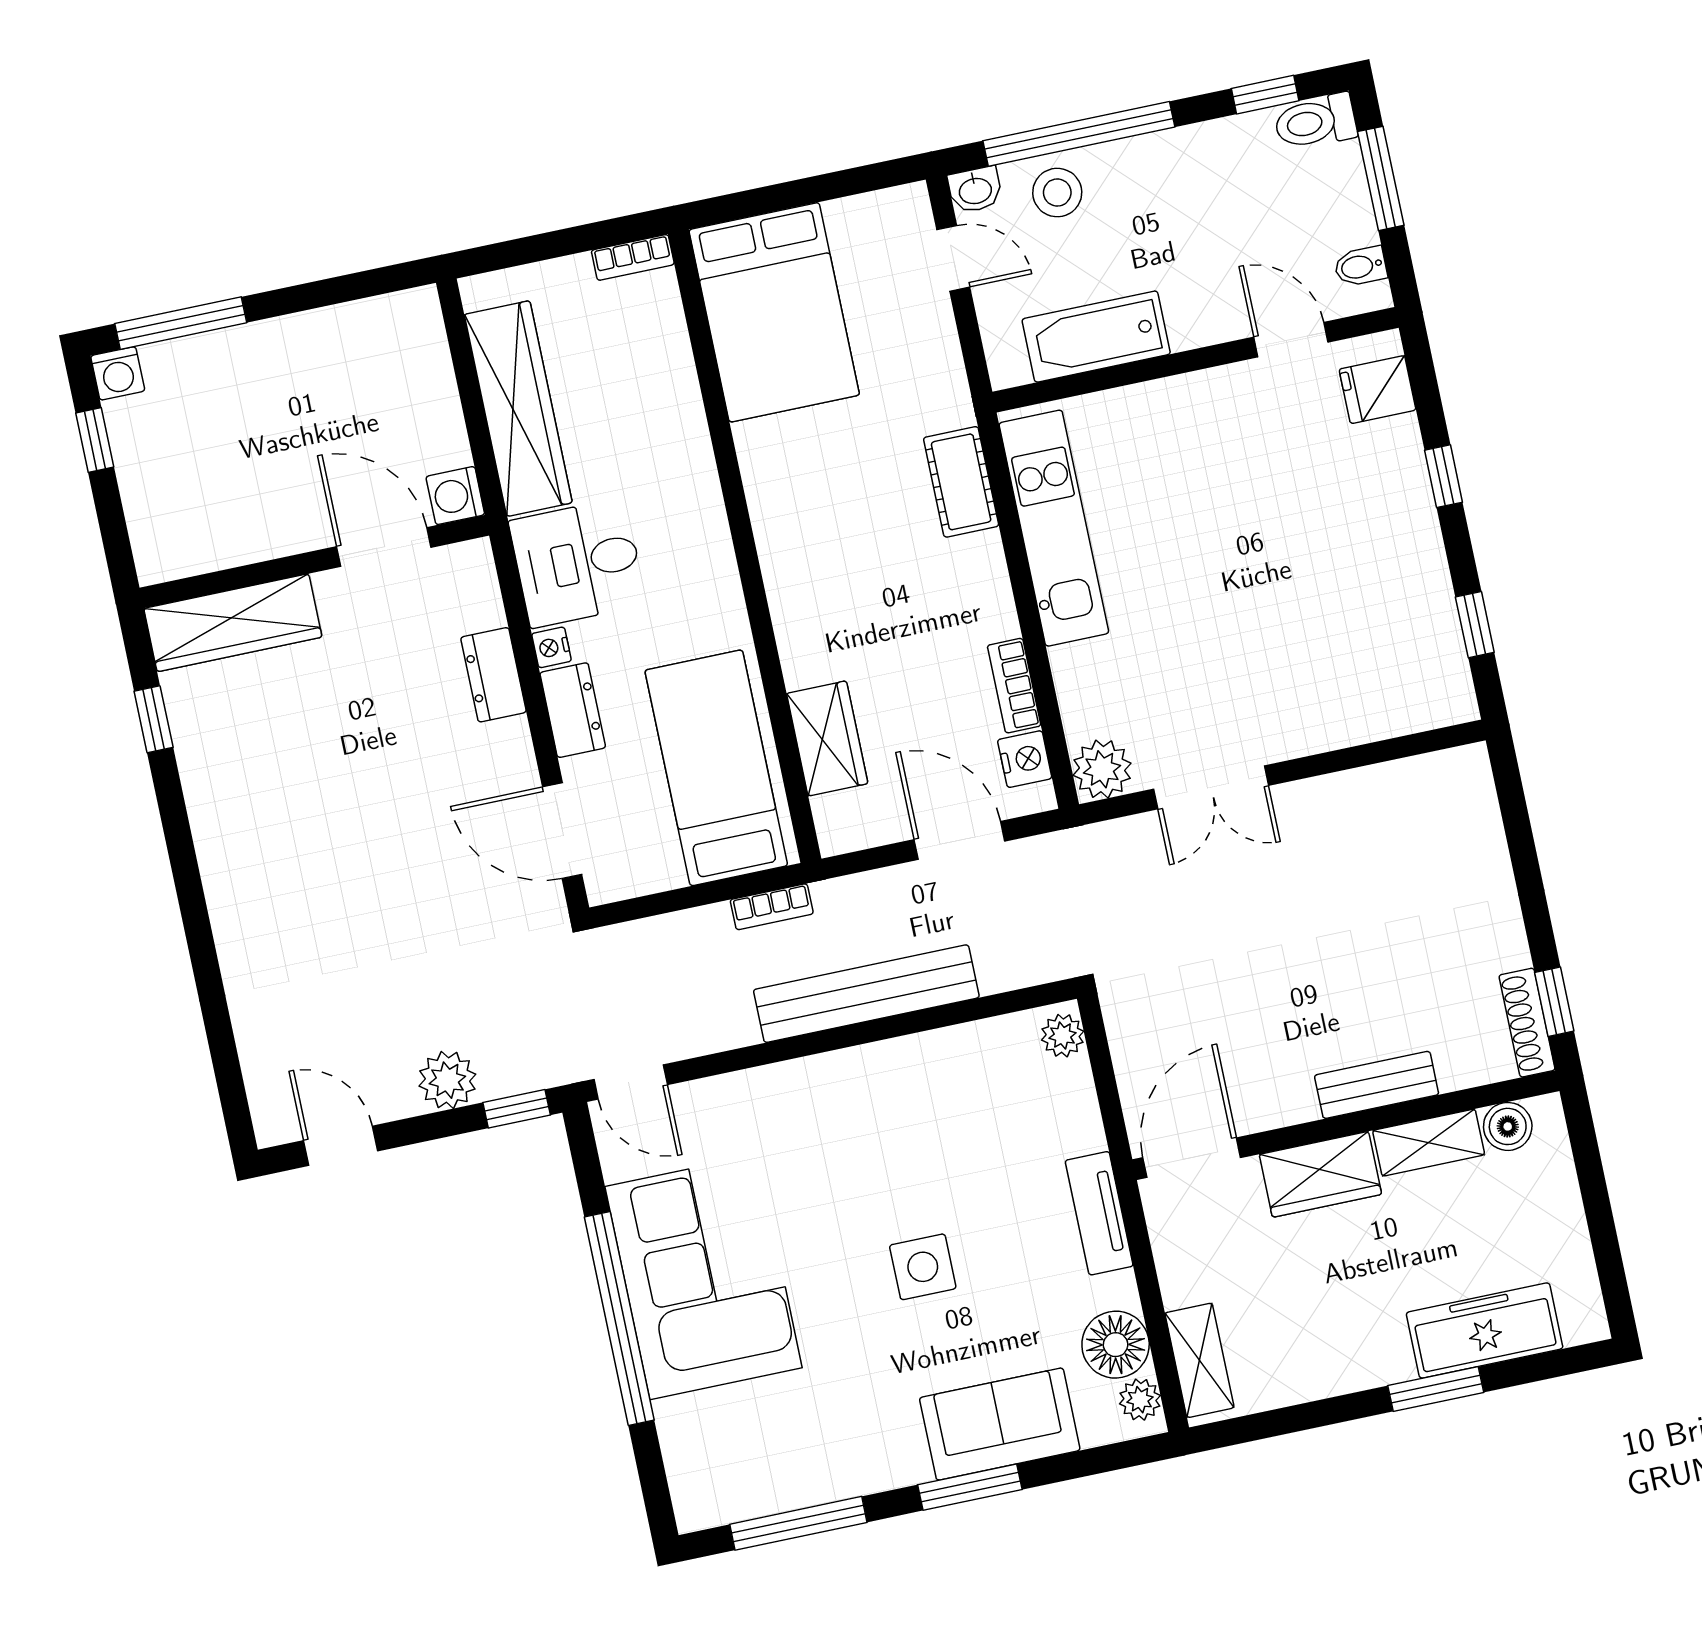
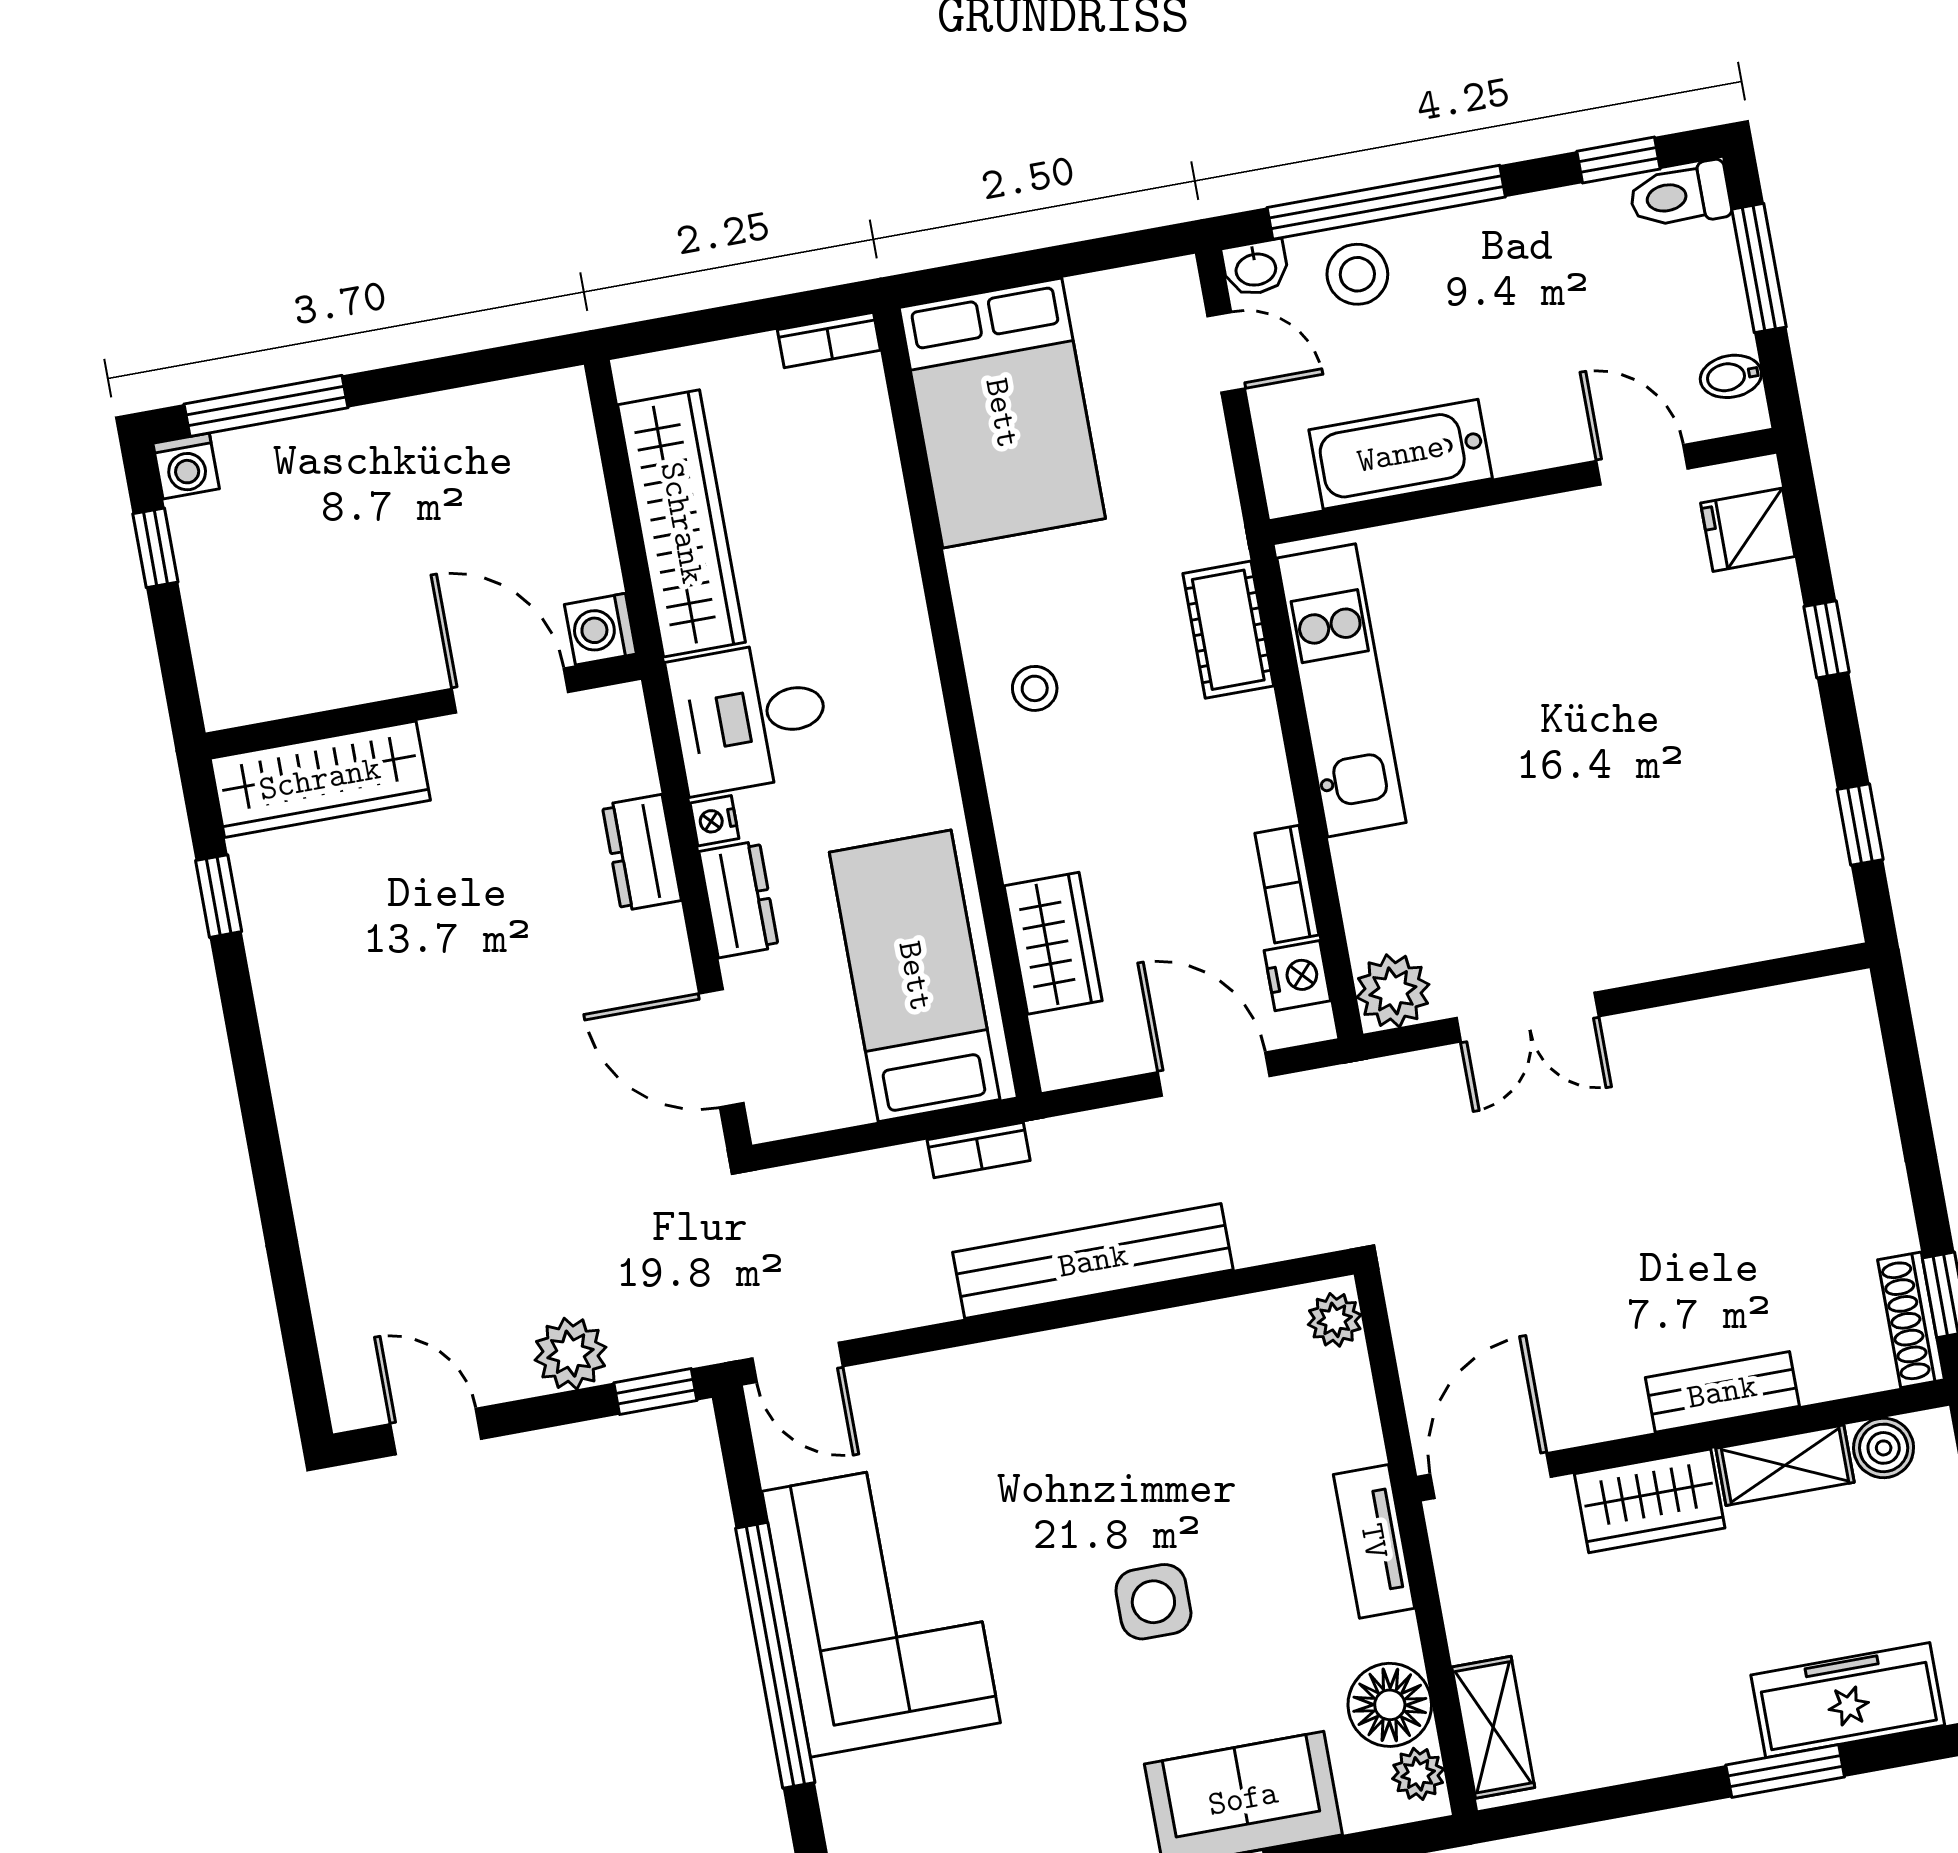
stool: (807, 534) -> (1035, 688), added

